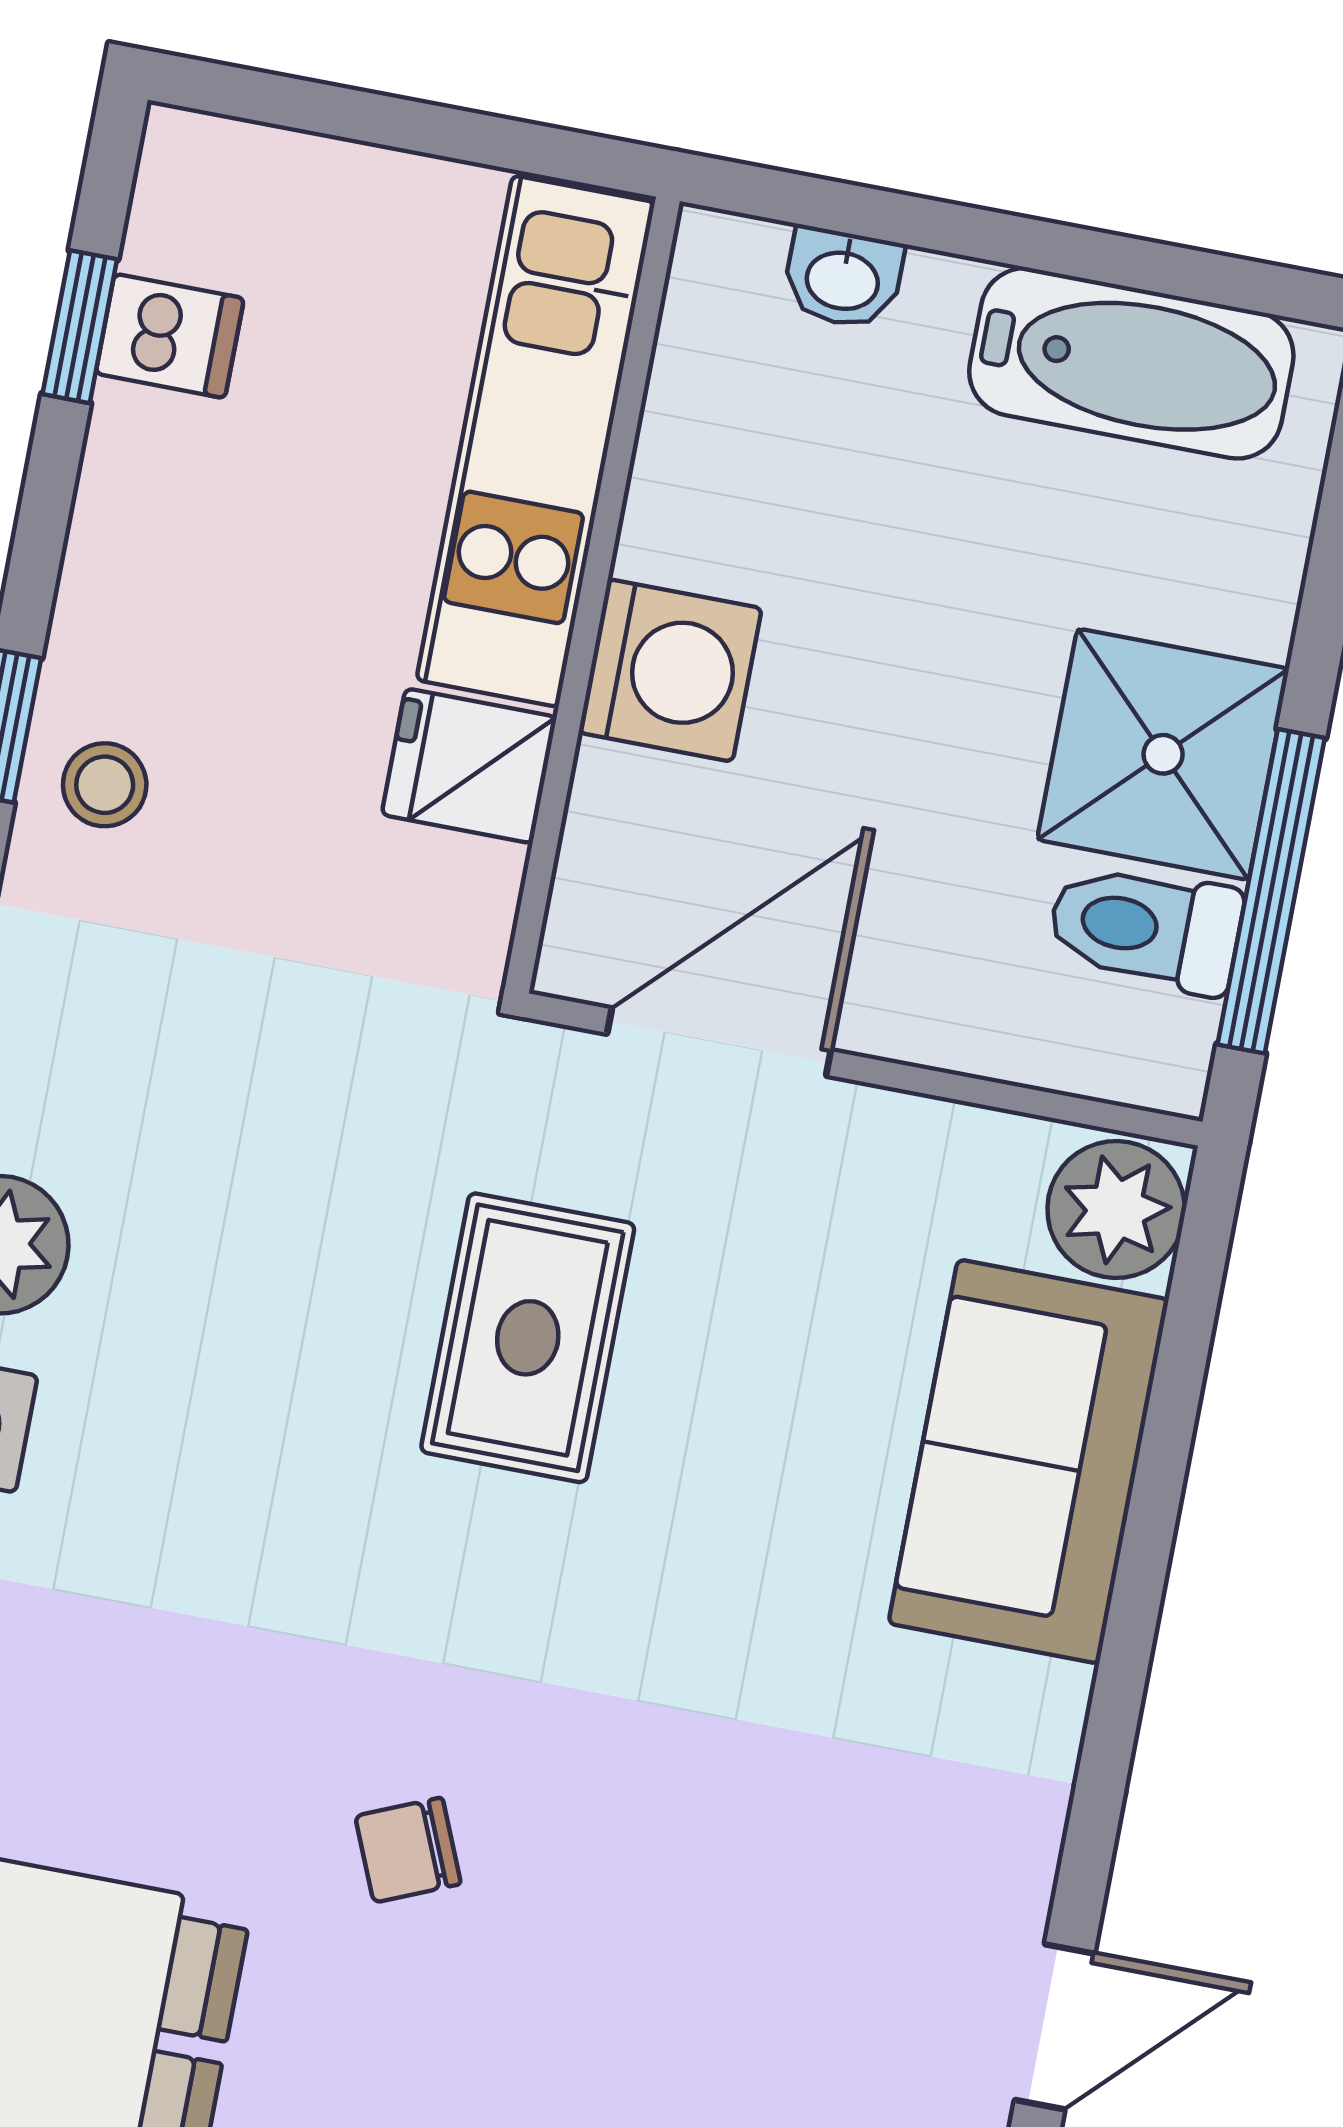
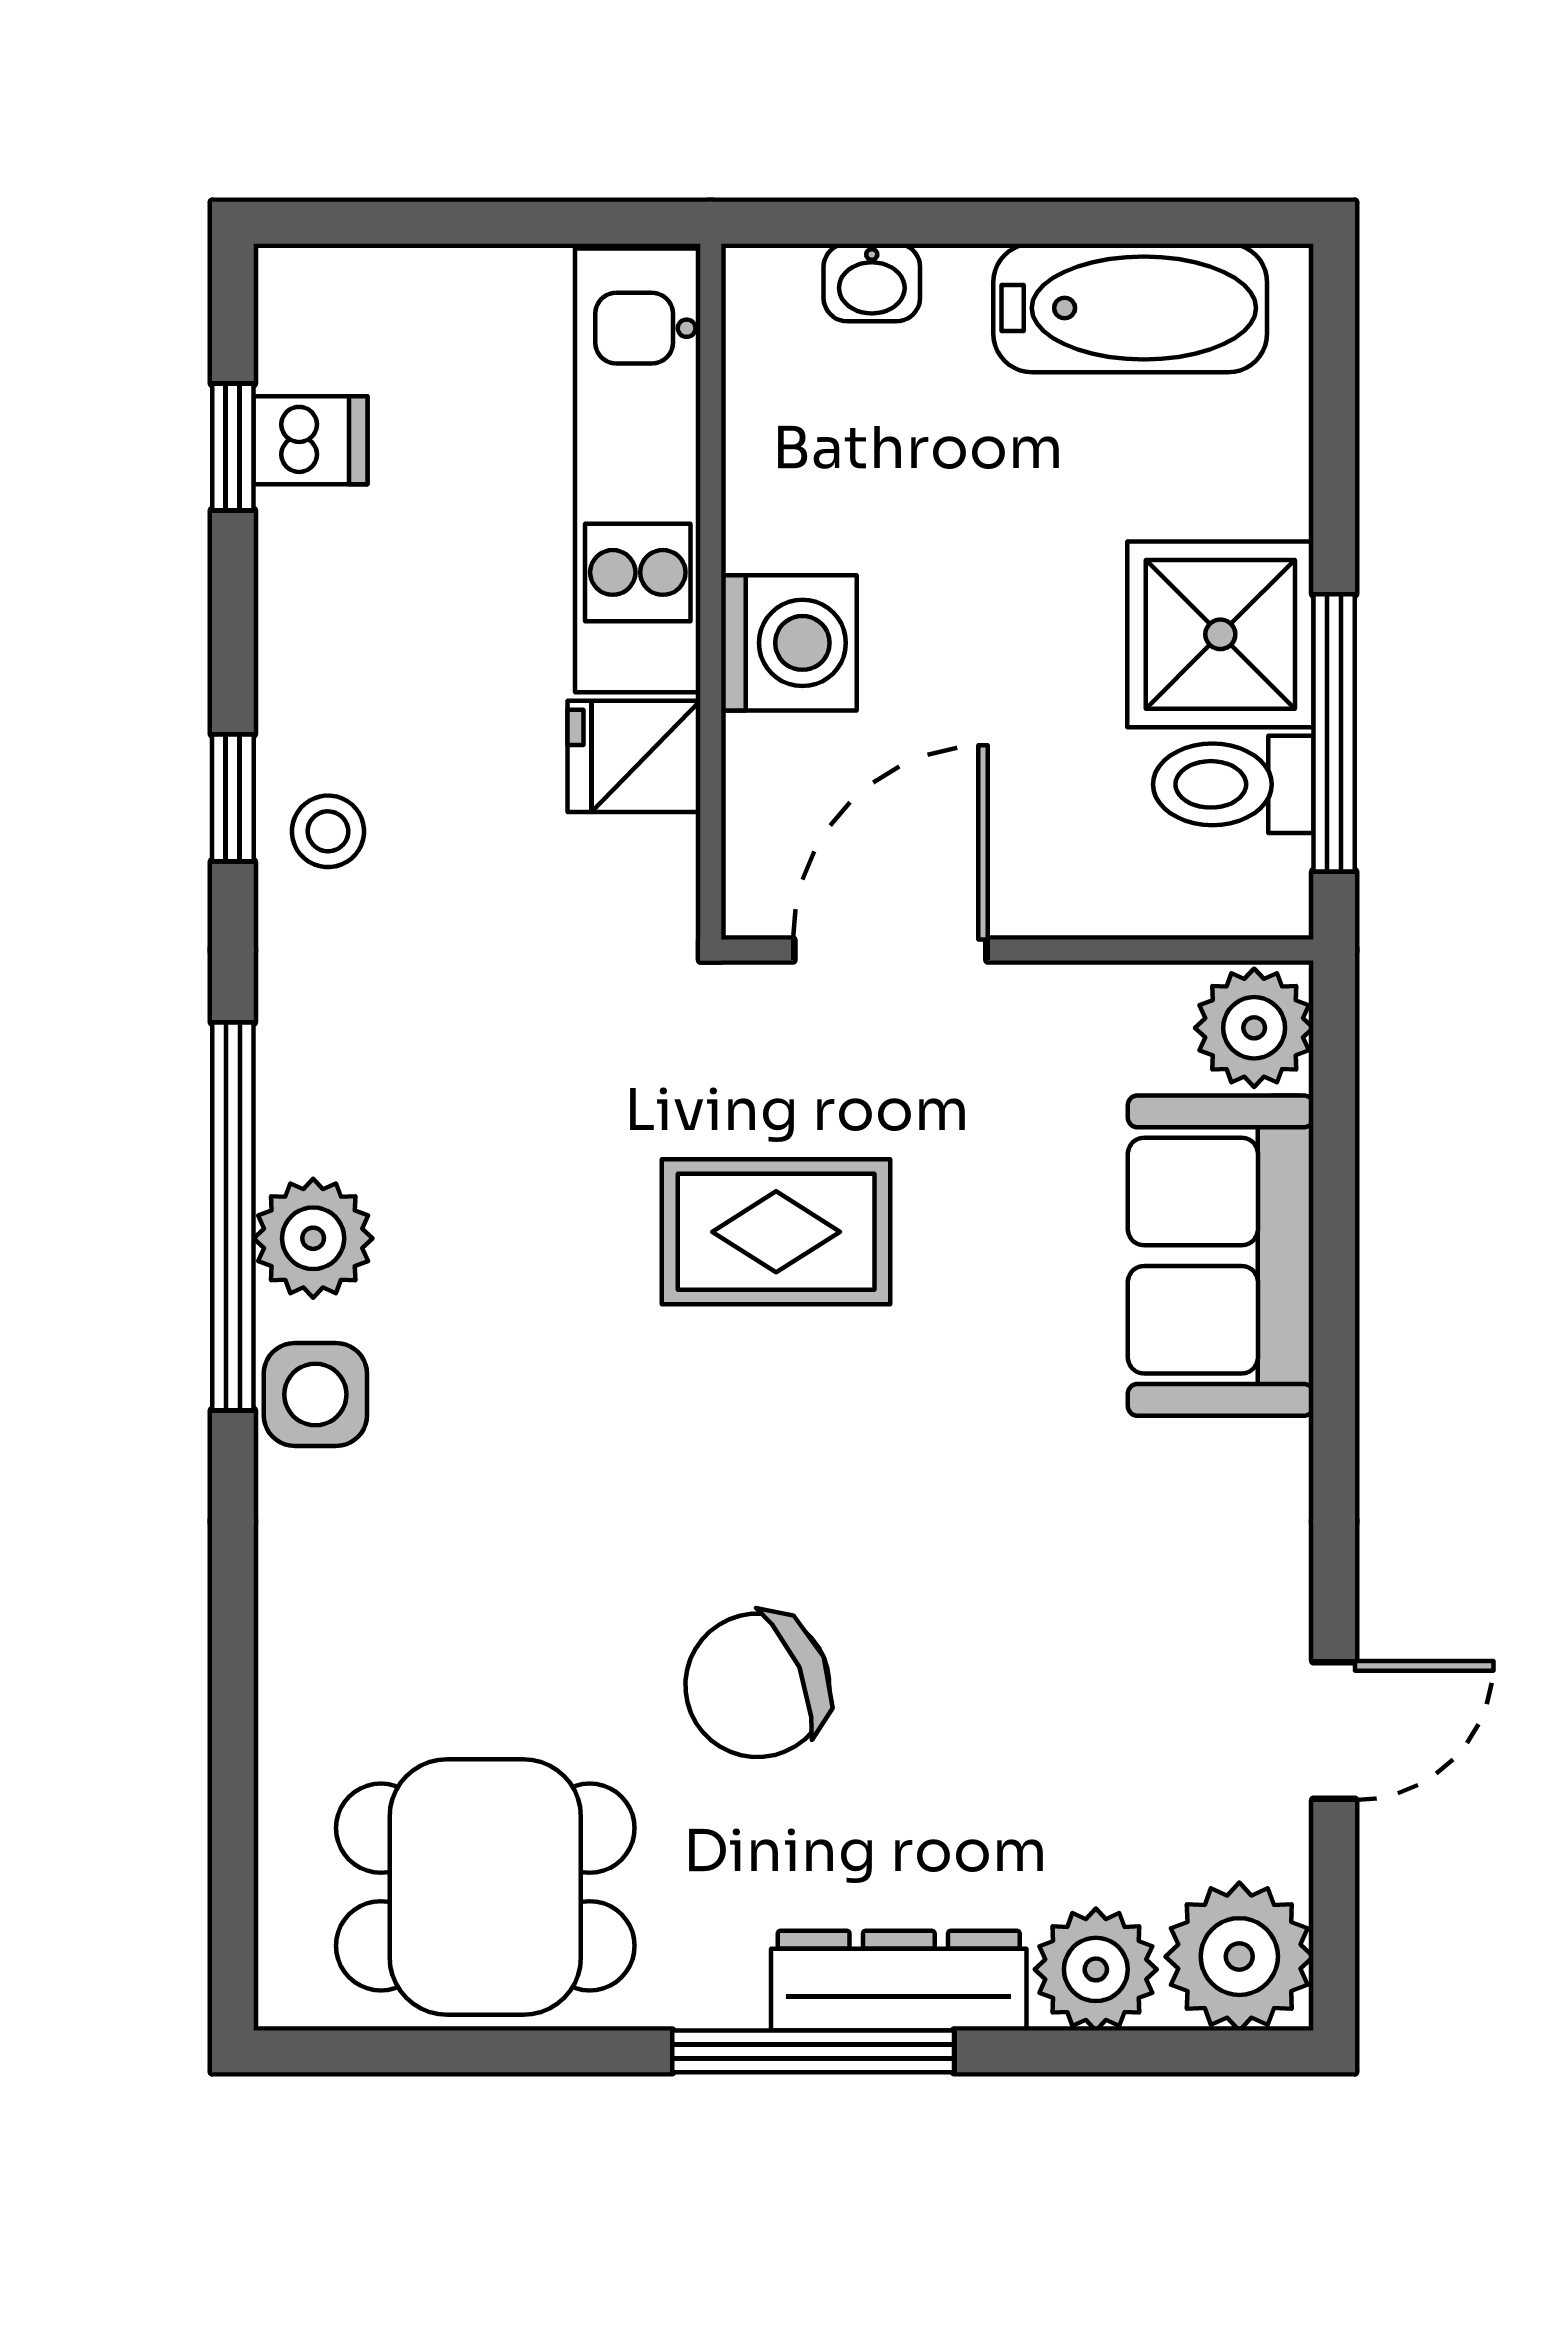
rug: (528, 1338) -> (776, 1232), turned 90
chair: (408, 1850) -> (757, 1685), width x1.87, depth x1.87

